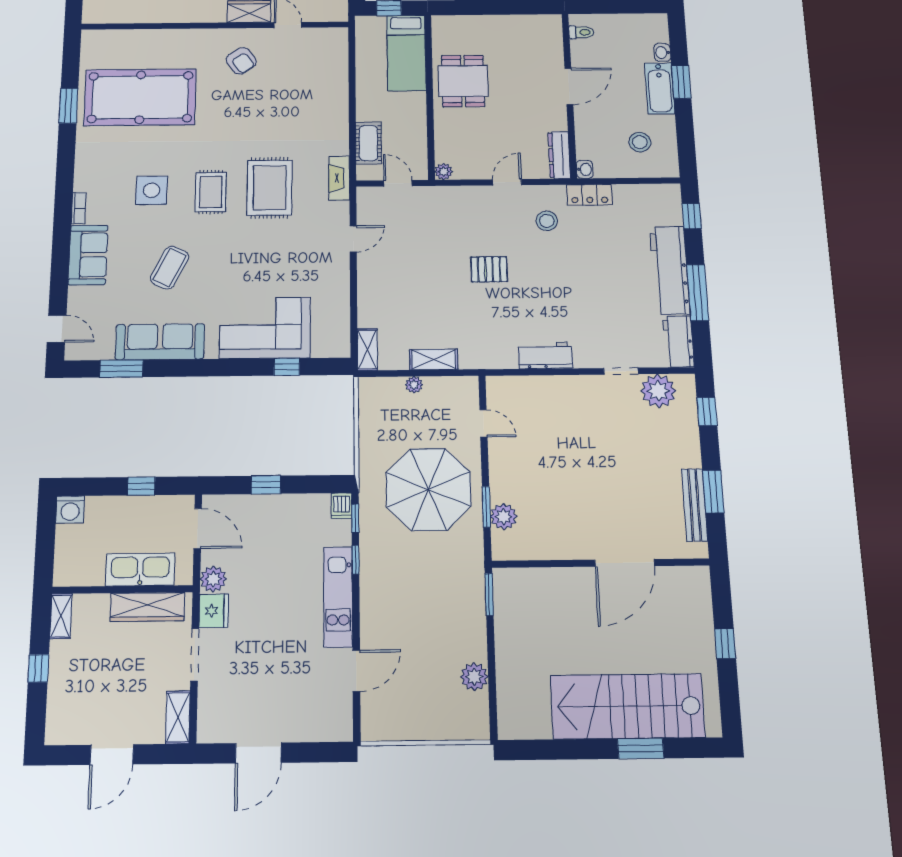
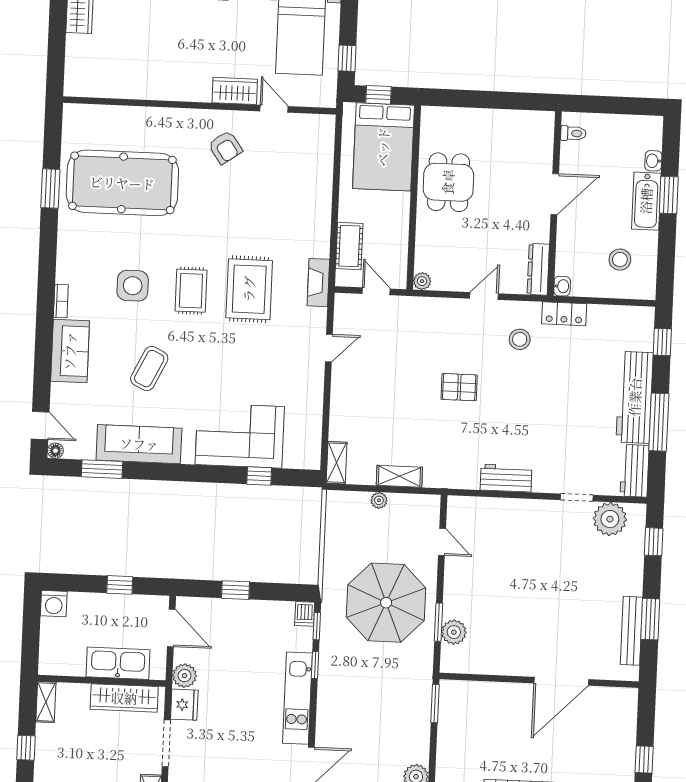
bed: (406, 53) -> (383, 147), width x1.50
floor lamp: (73, 353) -> (55, 451), added

